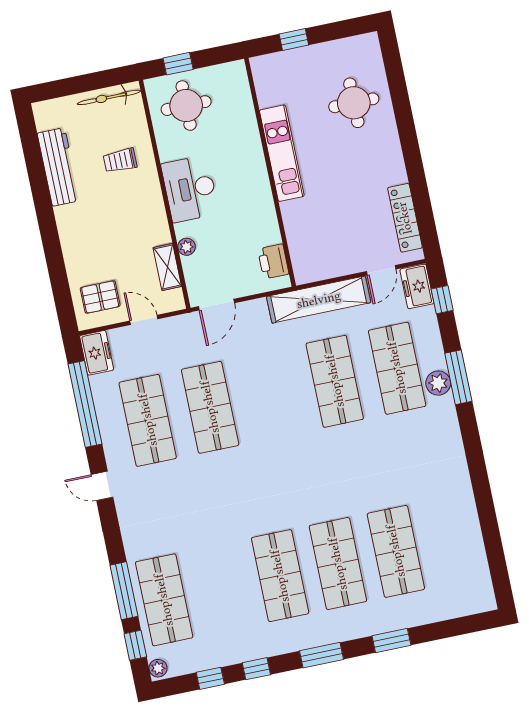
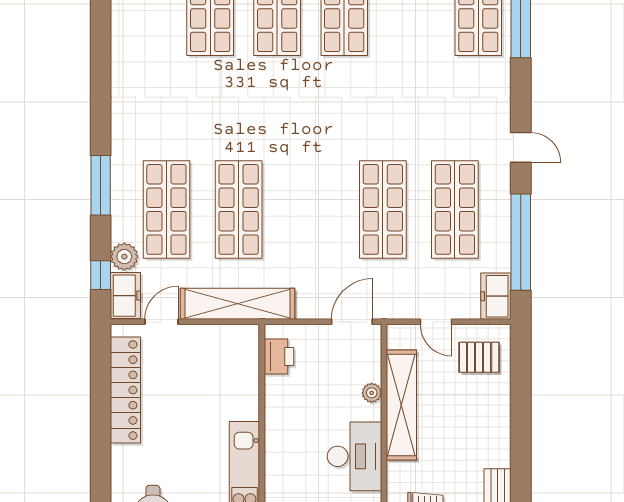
locker: (405, 218) -> (125, 390), width x1.41, depth x1.21
shelving: (167, 267) -> (401, 405), width x2.20, depth x1.33
plant: (438, 383) -> (124, 257), moved

